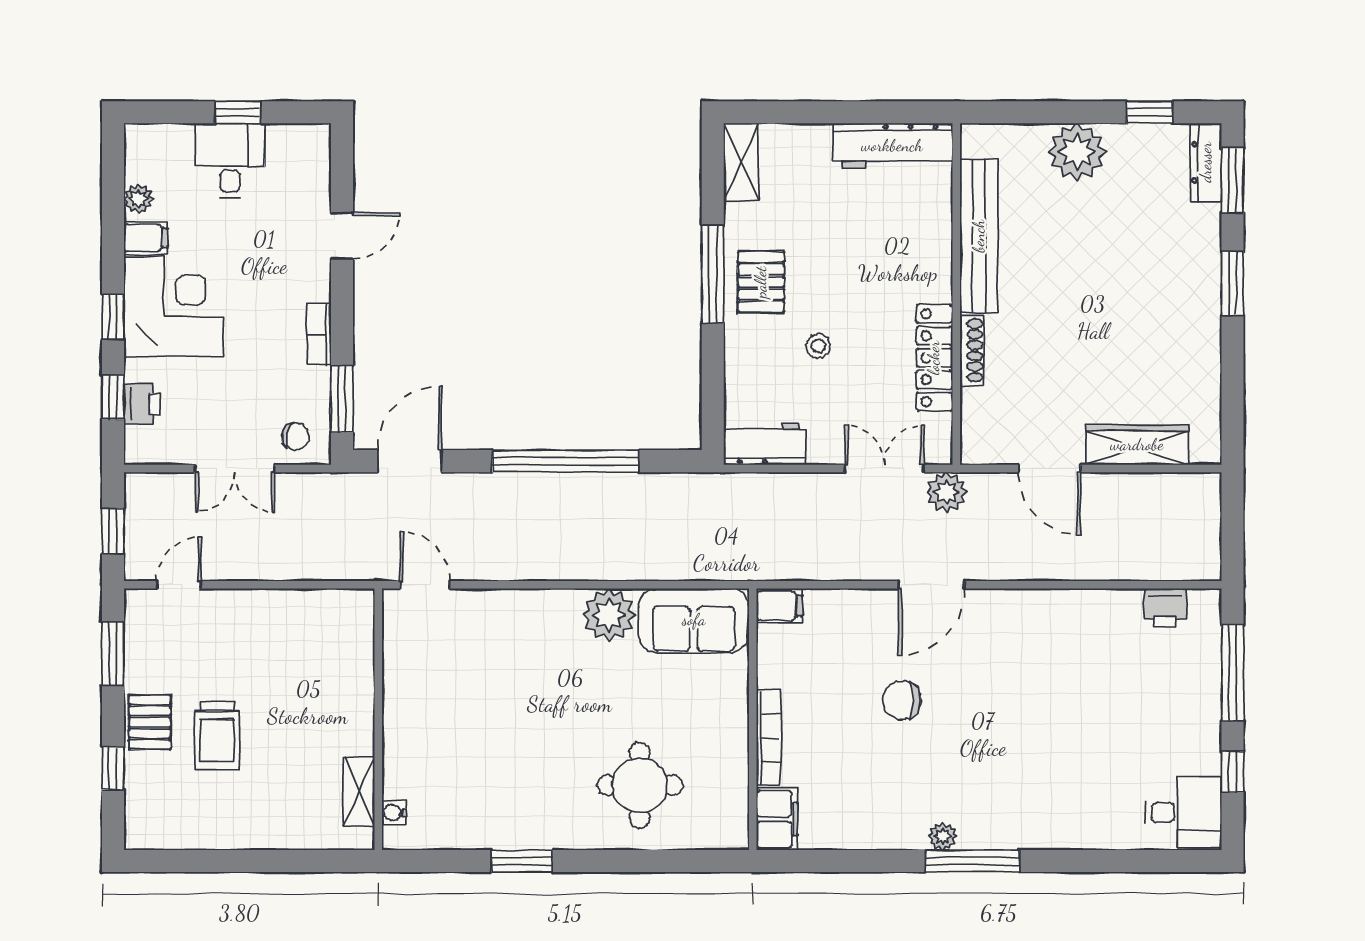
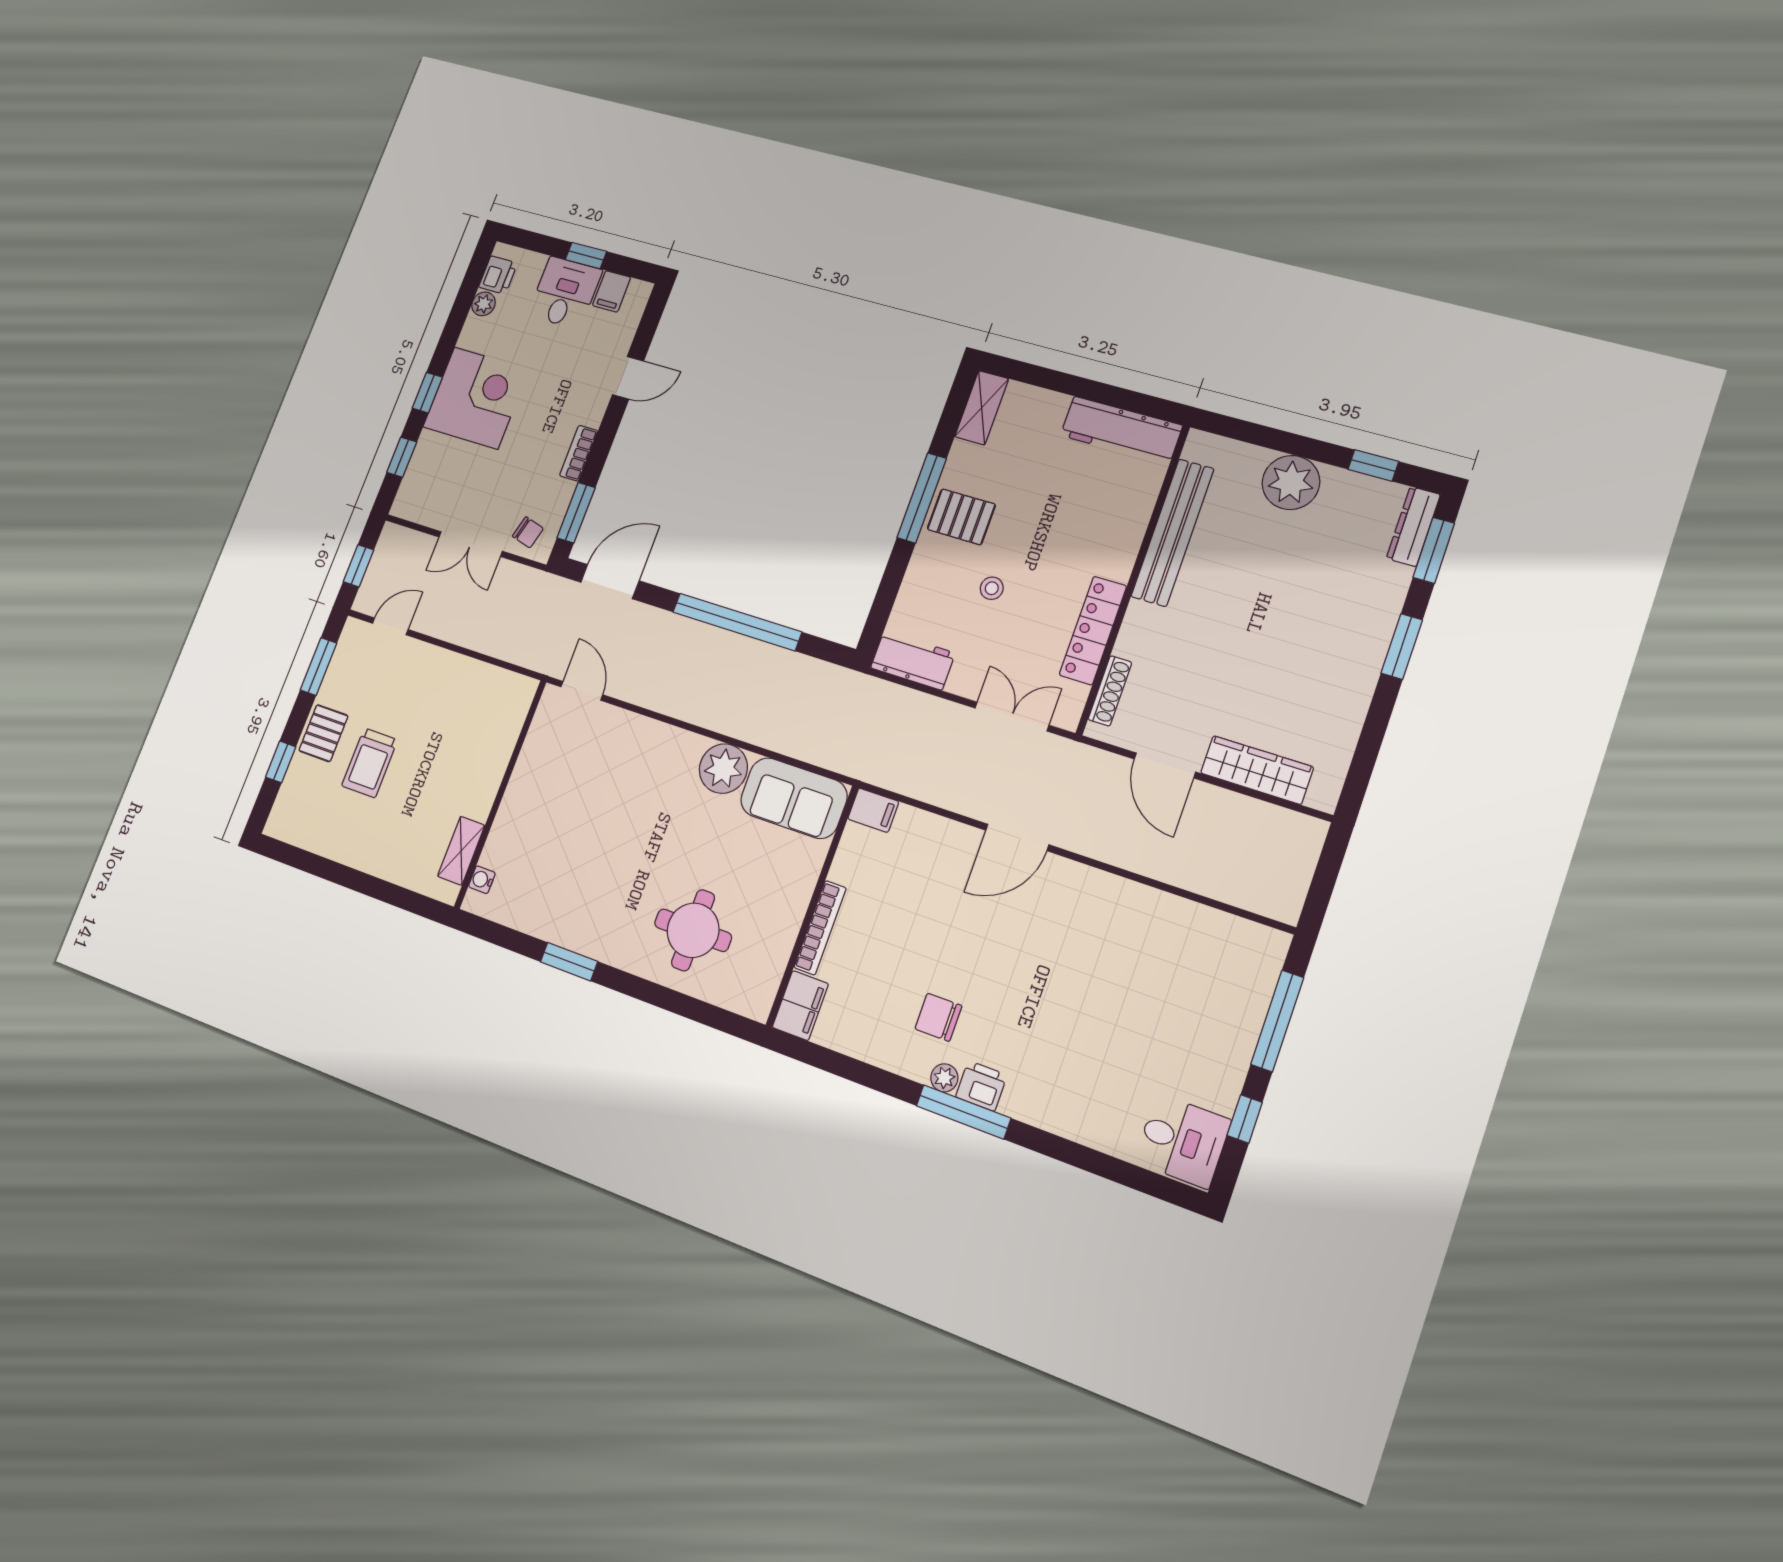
filing cabinet: (146, 238) -> (612, 291), moved, turned 90
pallet: (761, 282) -> (961, 517), turned 90
shoe rack: (972, 350) -> (1110, 691), moved
printer: (142, 404) -> (498, 275), moved
plant: (947, 492) -> (1061, 756), removed
printer: (1165, 608) -> (981, 1086), moved, turned 180
chair: (902, 700) -> (938, 1017), moved

